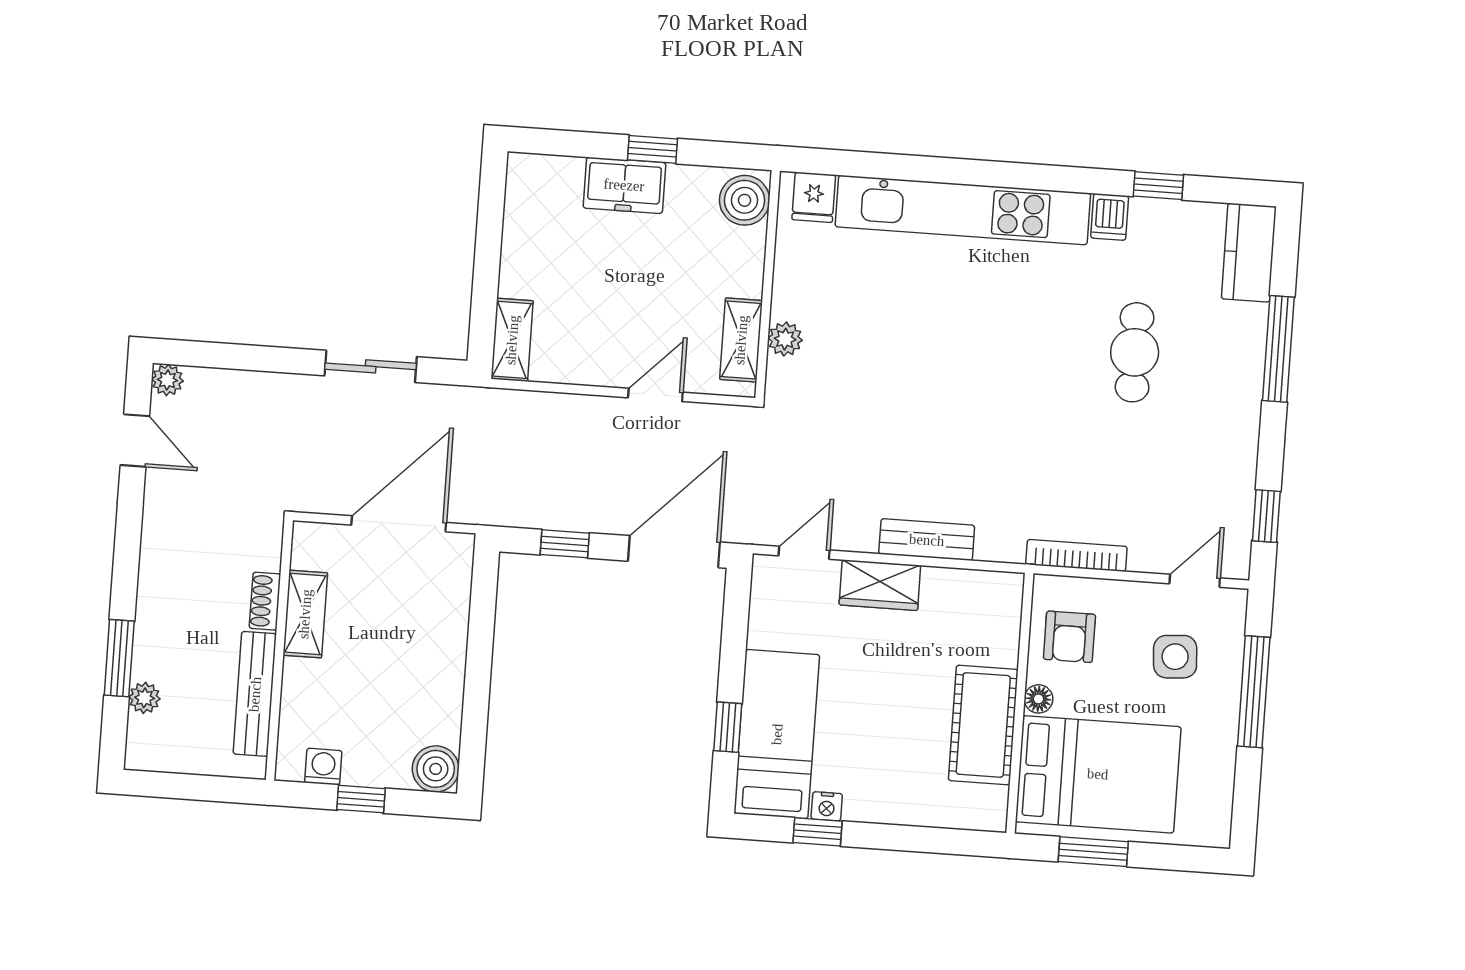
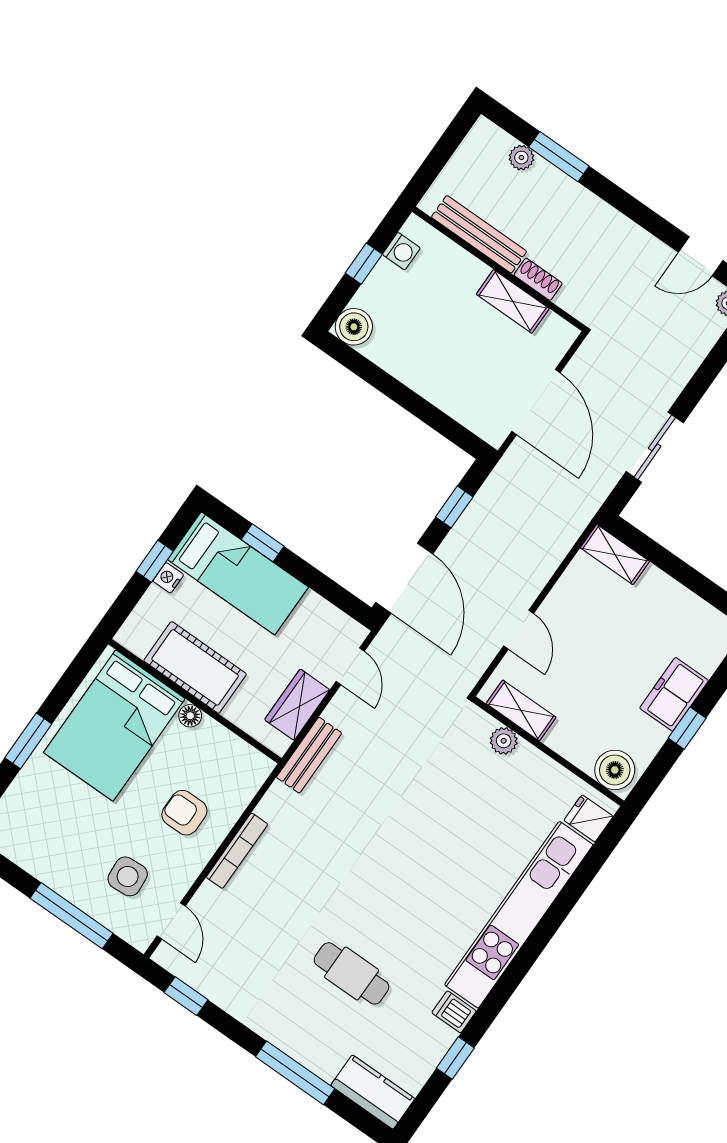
floor lamp: (1038, 699) -> (190, 716), moved
wall: (1020, 703) -> (195, 701), moved
cot: (983, 725) -> (195, 667), moved
bed: (1098, 774) -> (114, 726), moved

